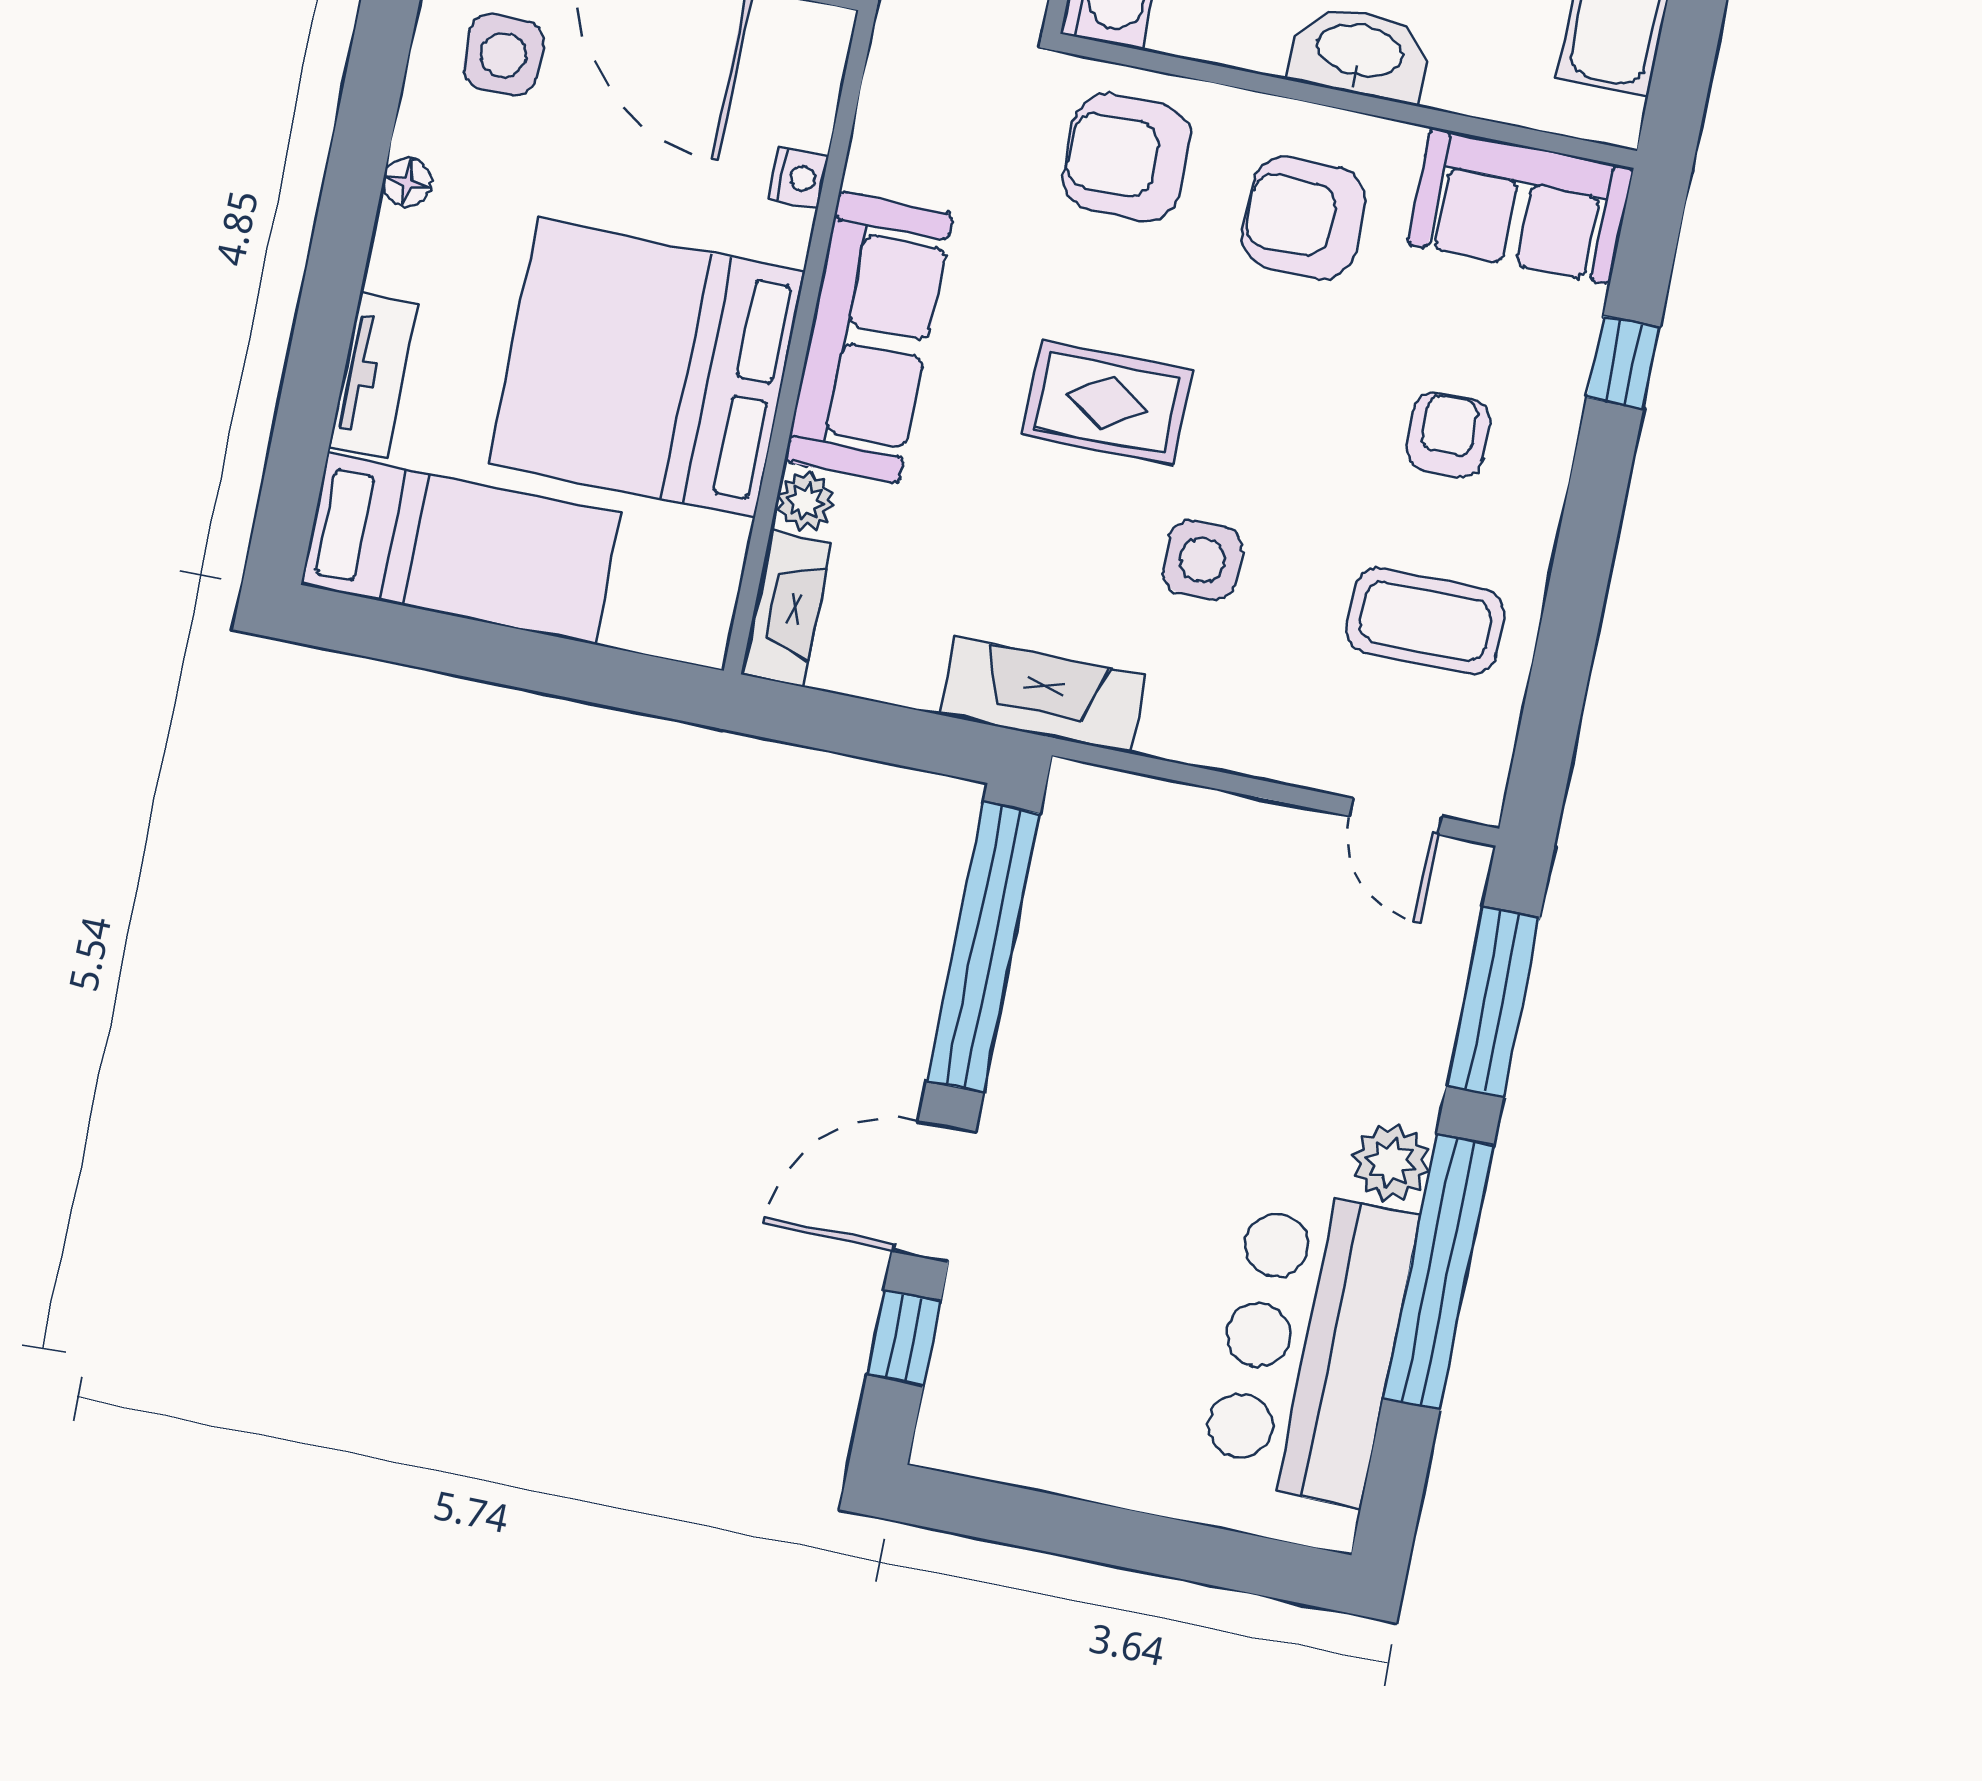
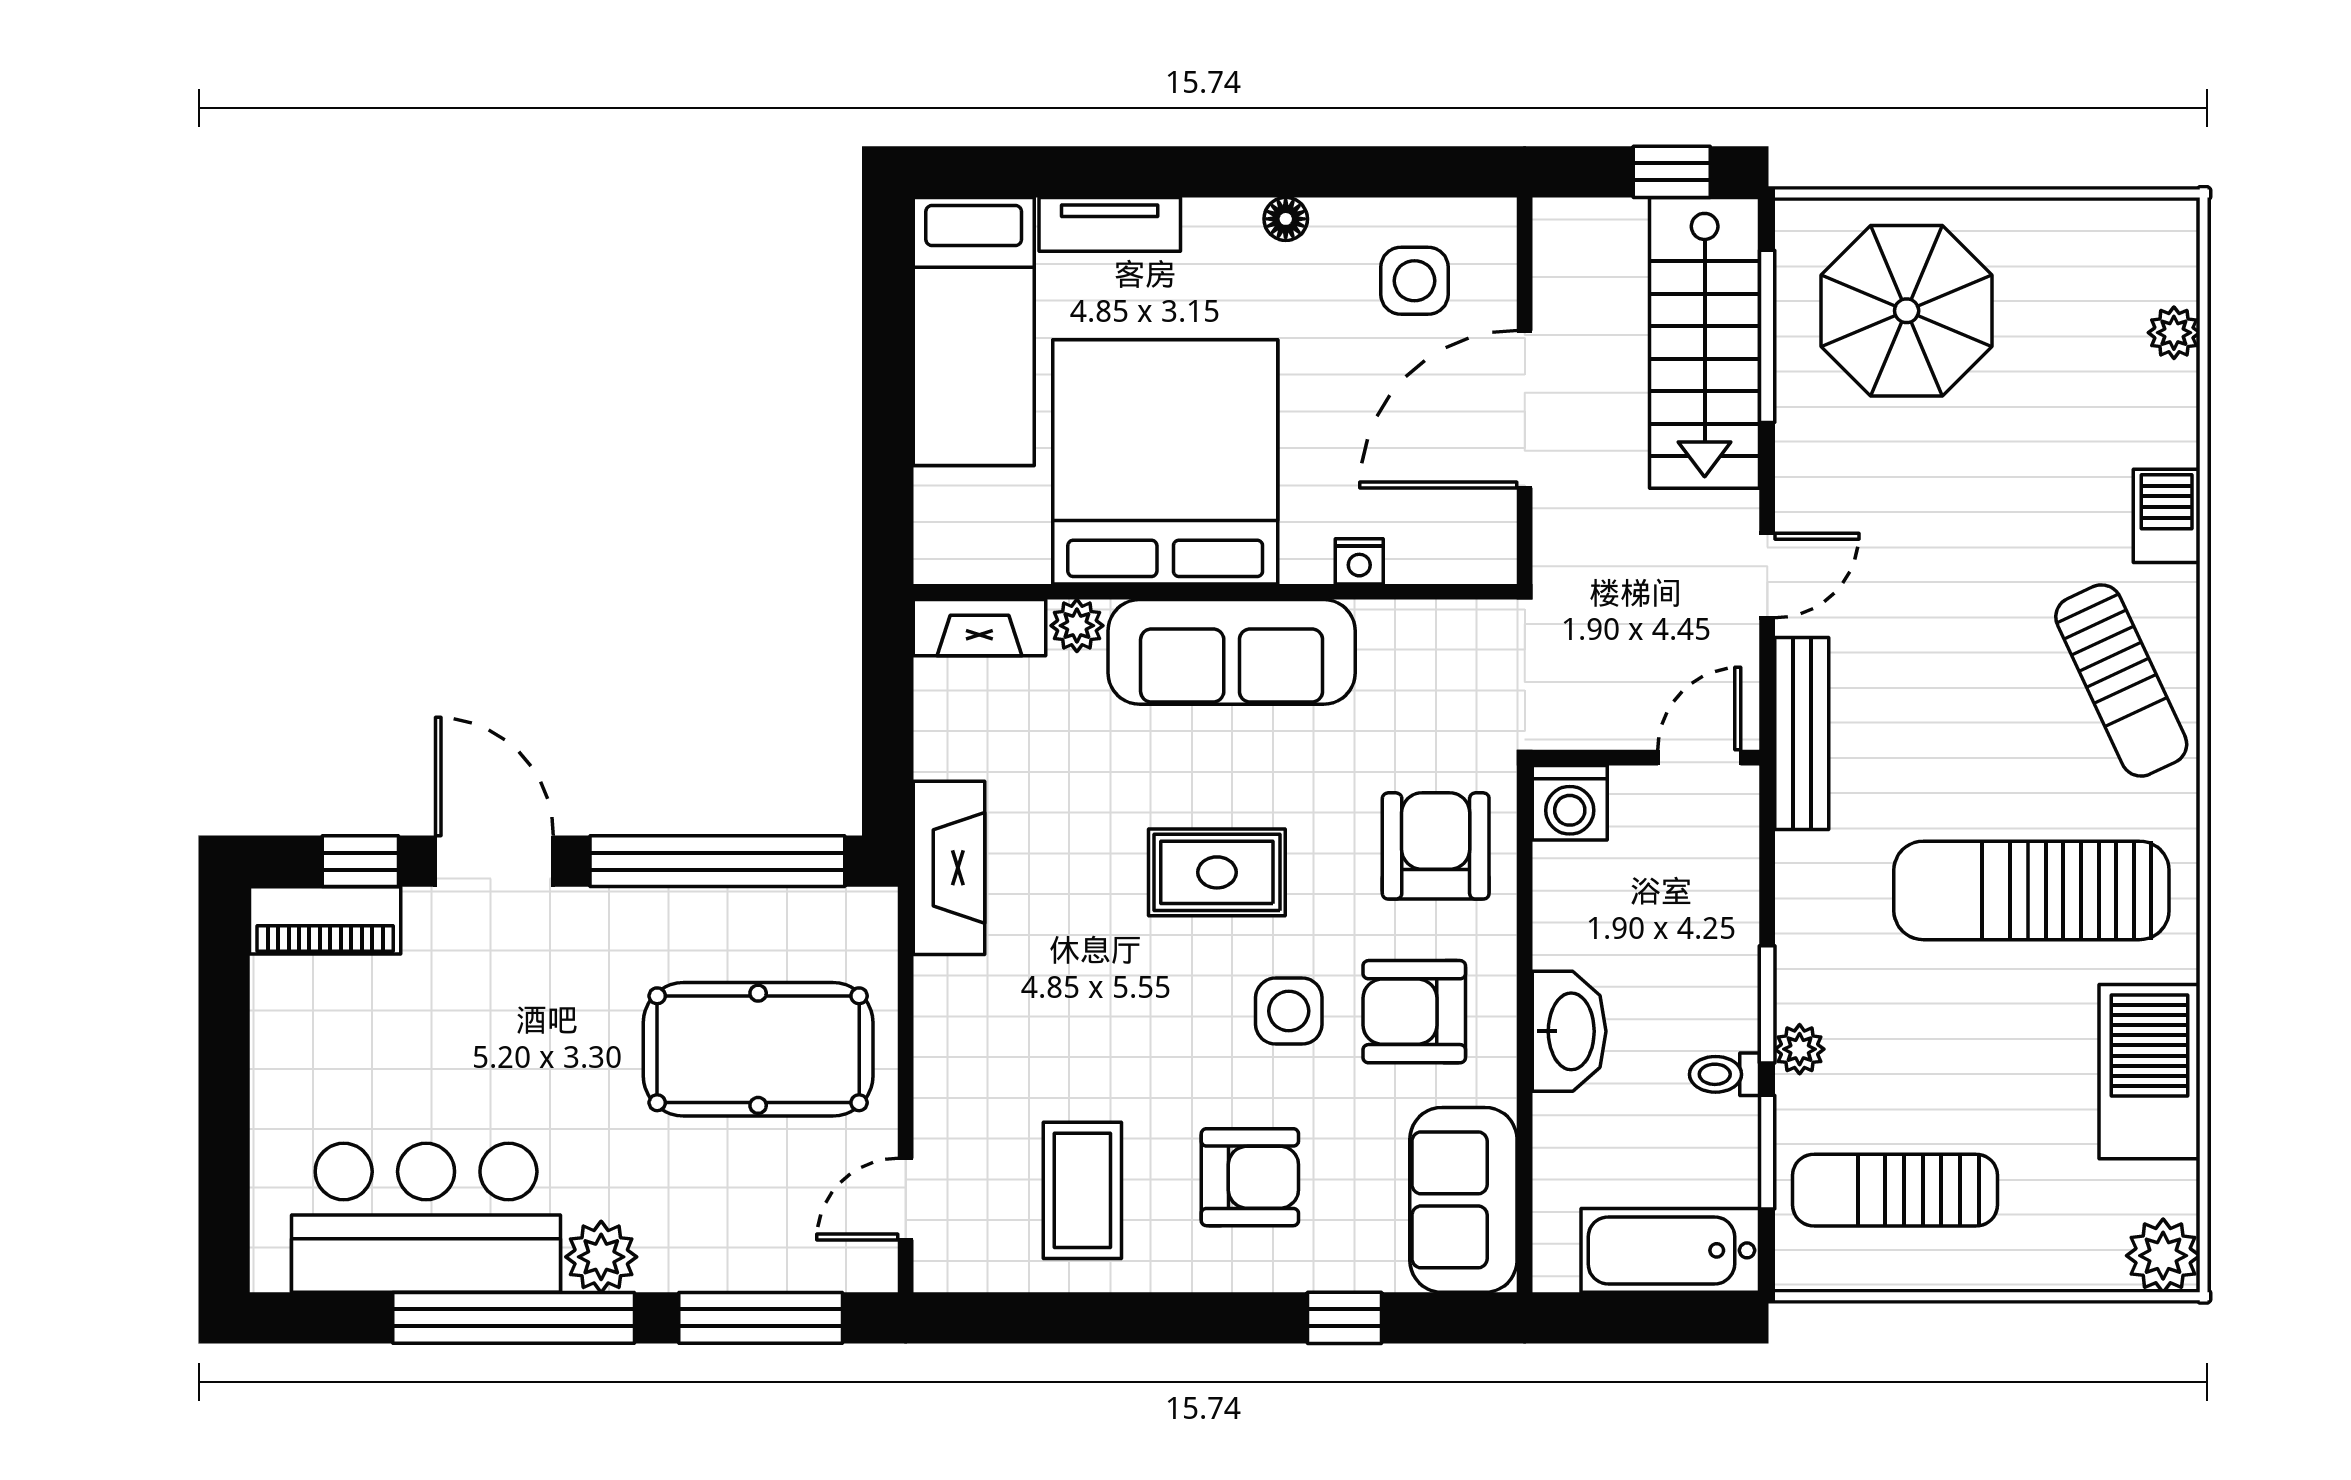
armchair: (1304, 218) -> (1414, 1012), turned -90
rug: (1107, 403) -> (1217, 872), turned 90
armchair: (1448, 435) -> (1250, 1177), width x1.38, depth x1.38
side table: (1203, 560) -> (1289, 1011), moved
pool table: (1199, 944) -> (758, 1049), added
piano: (961, 1390) -> (325, 920), added

